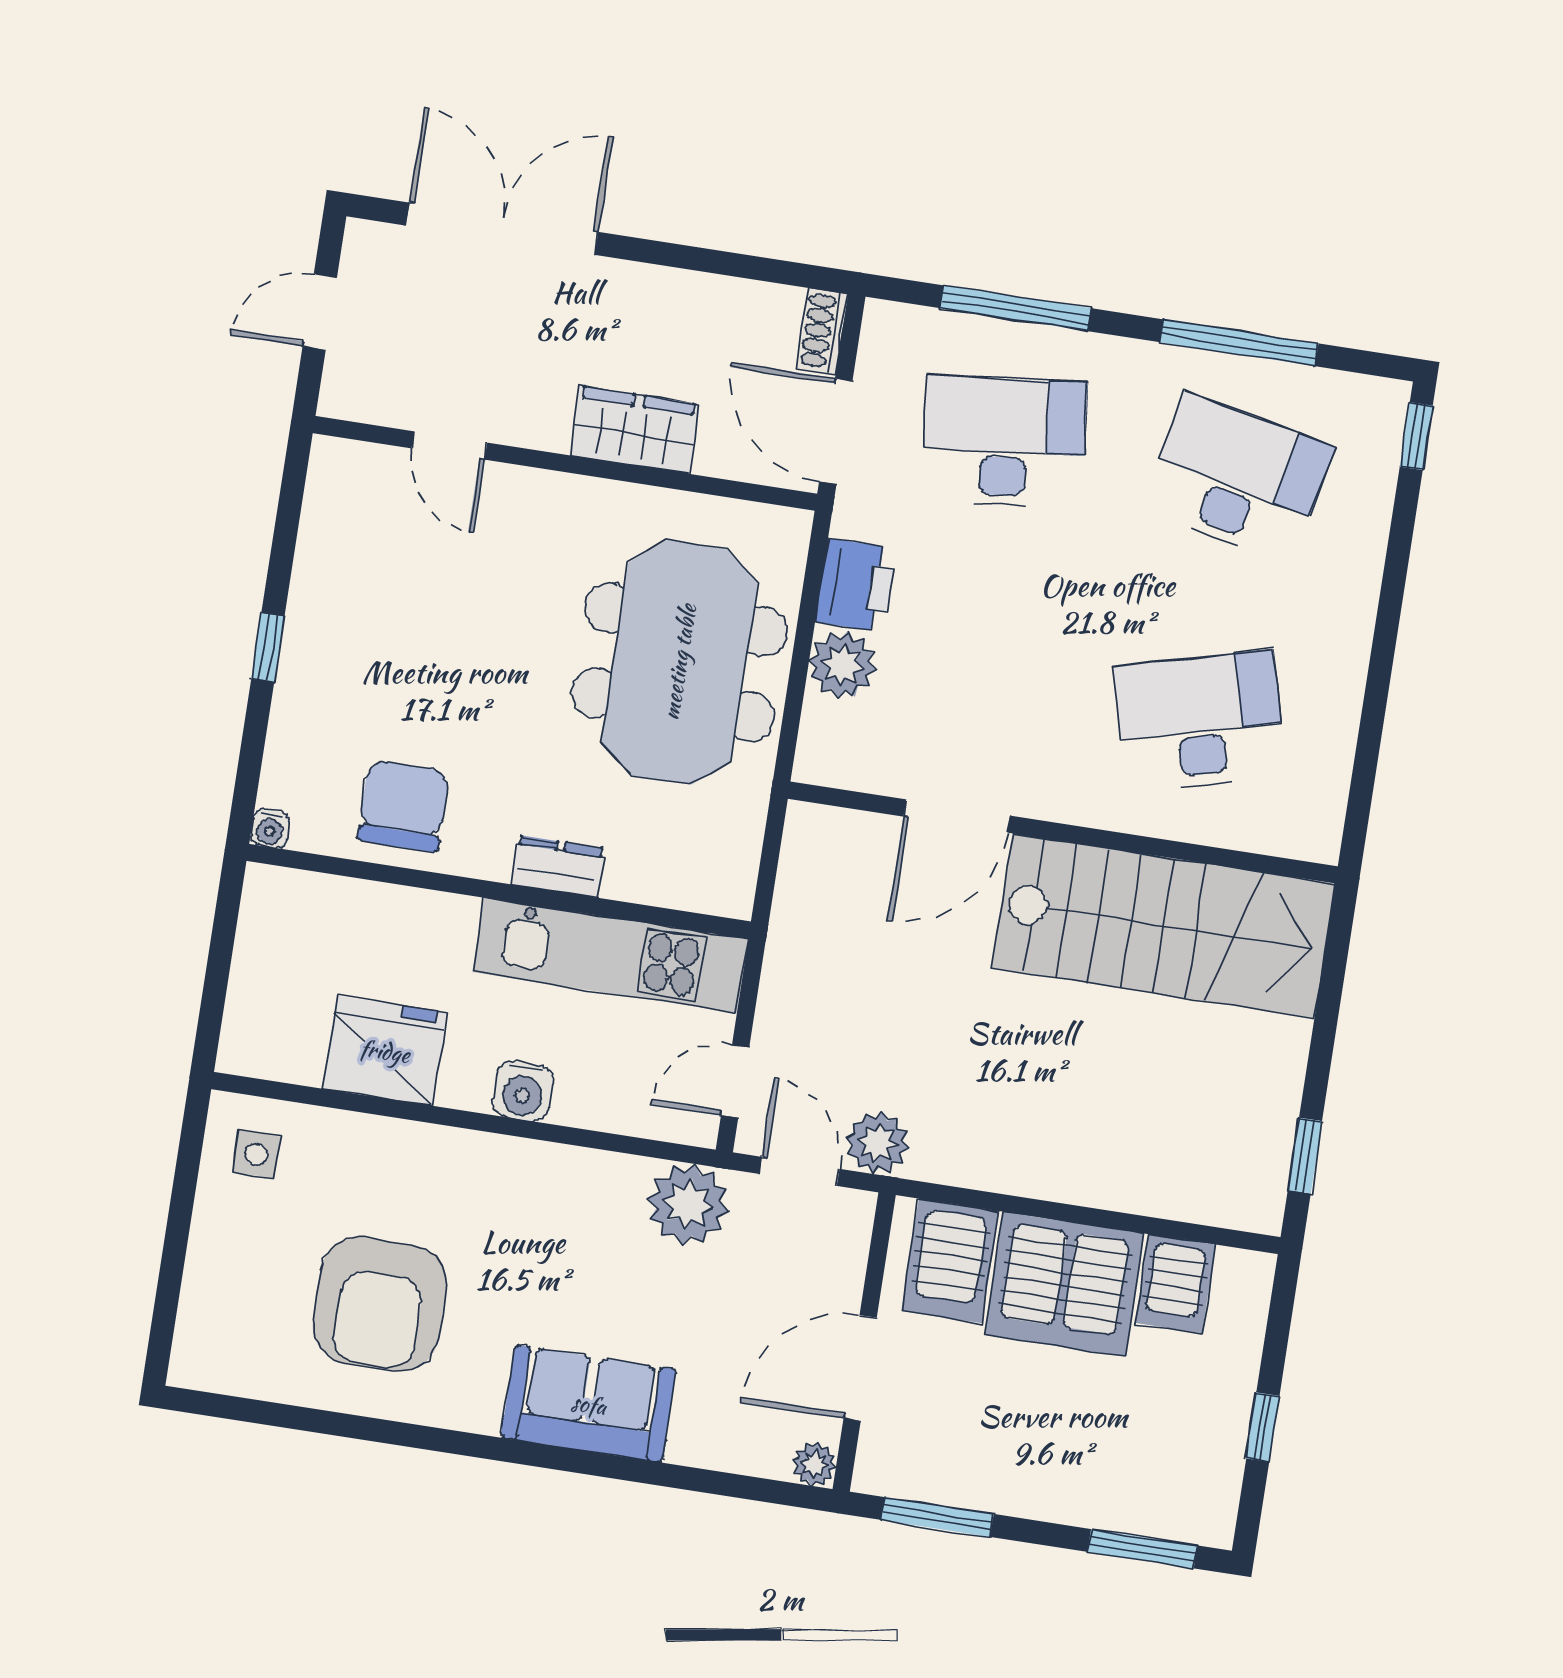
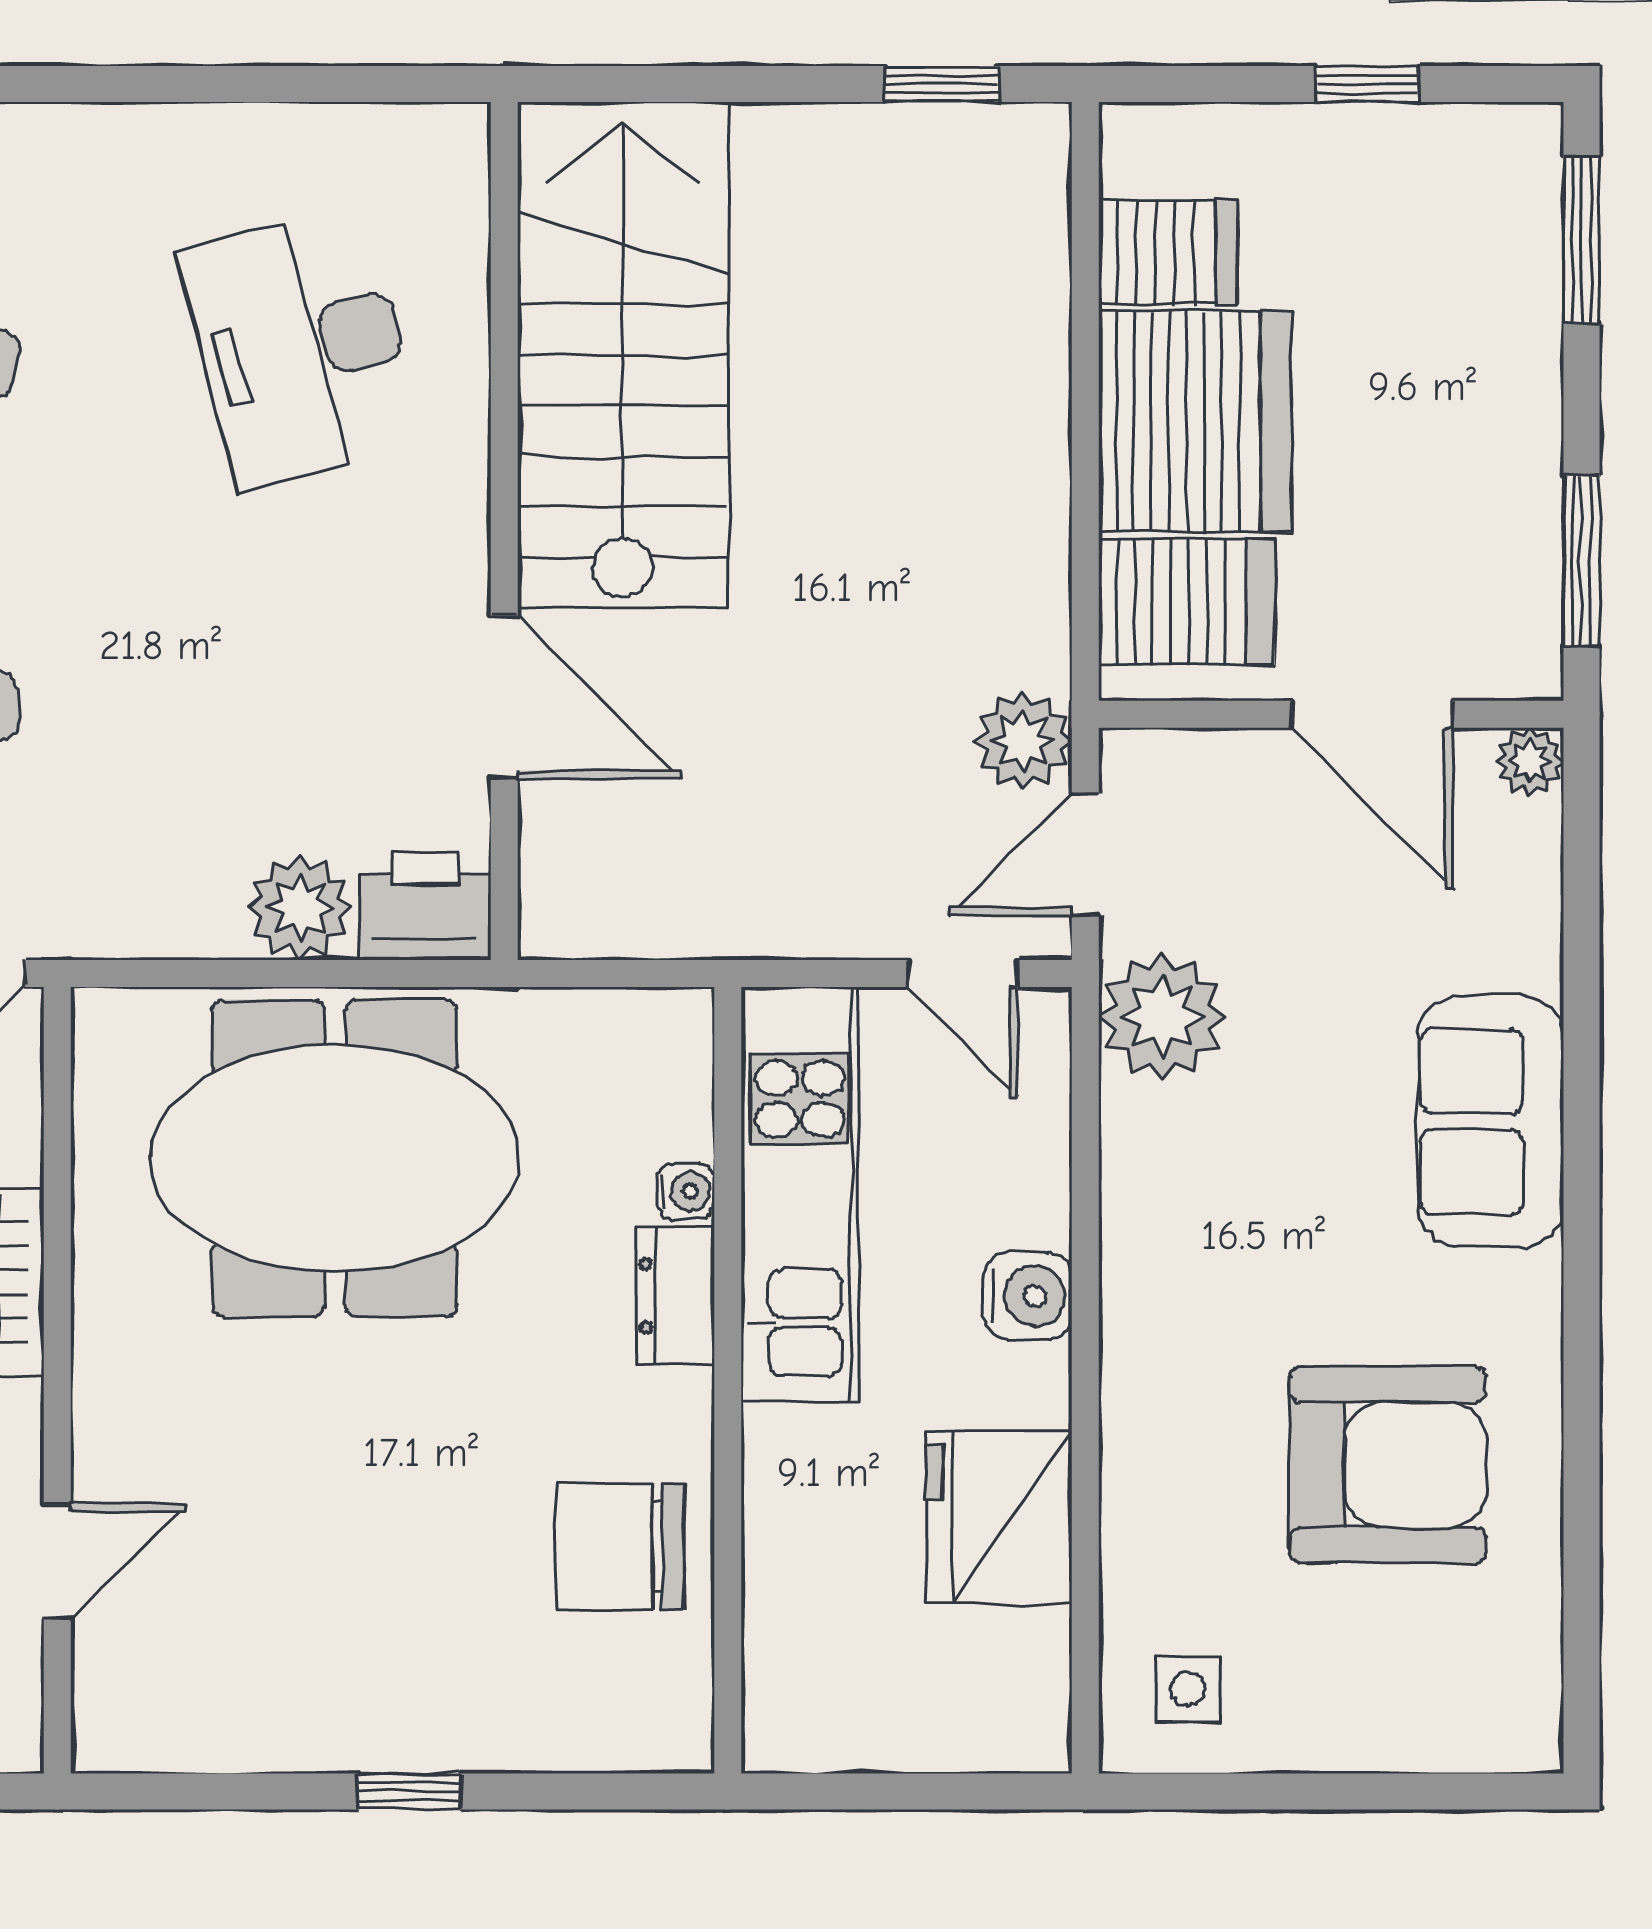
printer: (856, 585) -> (425, 906), moved
water cooler: (270, 828) -> (686, 1191), moved

